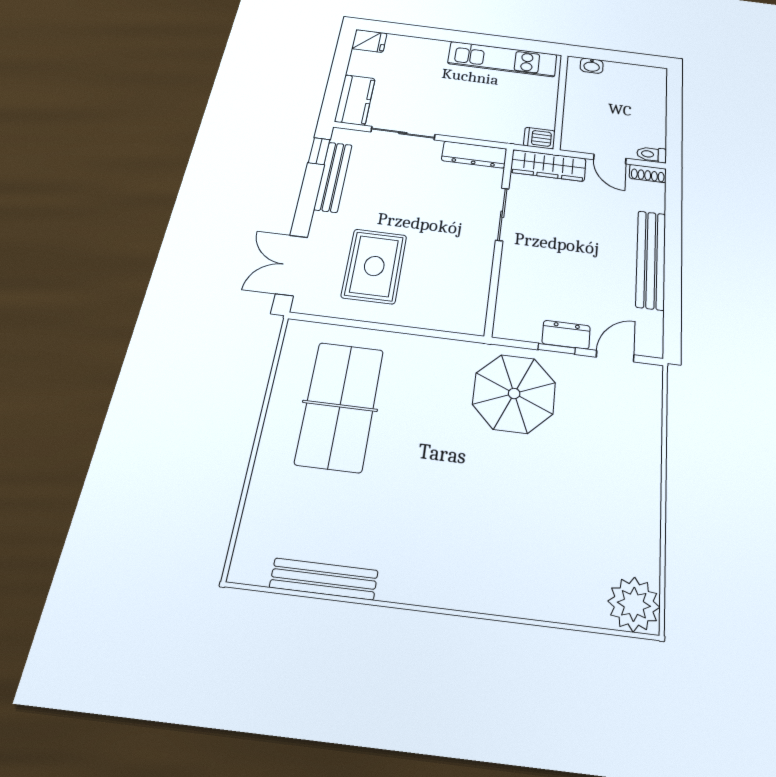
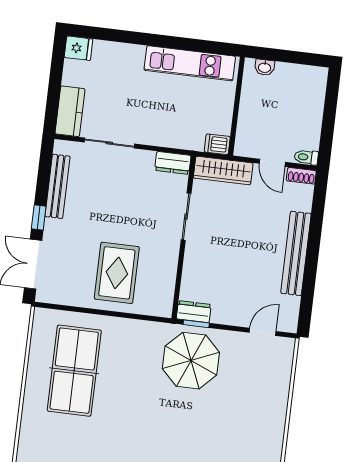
window: (319, 151) -> (39, 218), moved
dresser: (474, 155) -> (173, 163), width x0.70
rug: (374, 266) -> (117, 273), moved
dresser: (566, 335) -> (194, 312), moved
window: (557, 349) -> (196, 324), moved

